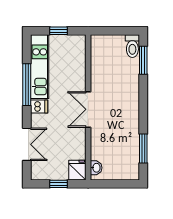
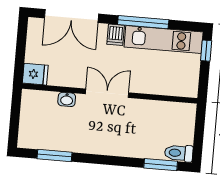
window: (59, 31) -> (206, 51), moved
double door: (27, 144) -> (72, 16), width x1.37
washbasin: (96, 168) -> (67, 99), moved
window: (58, 184) -> (21, 50), removed

